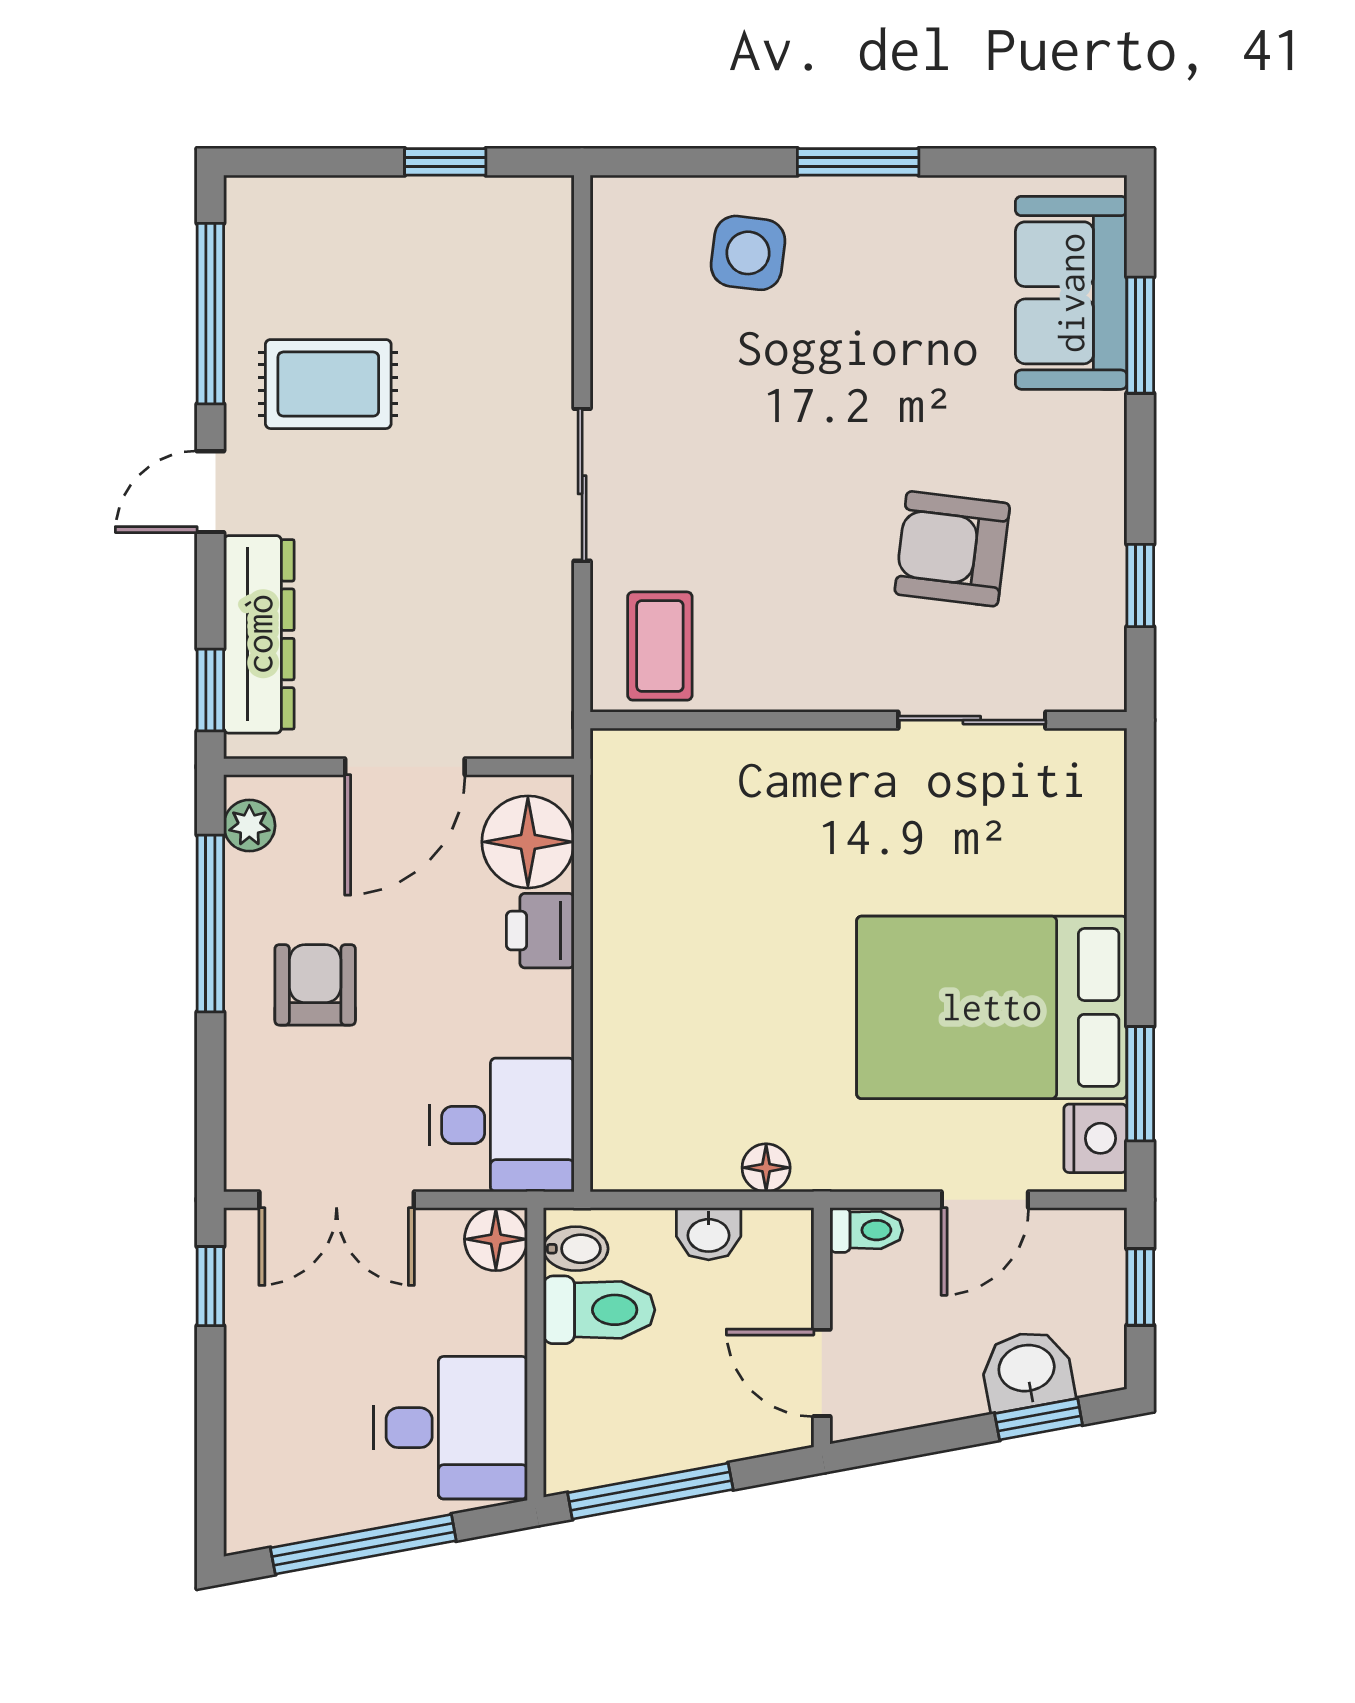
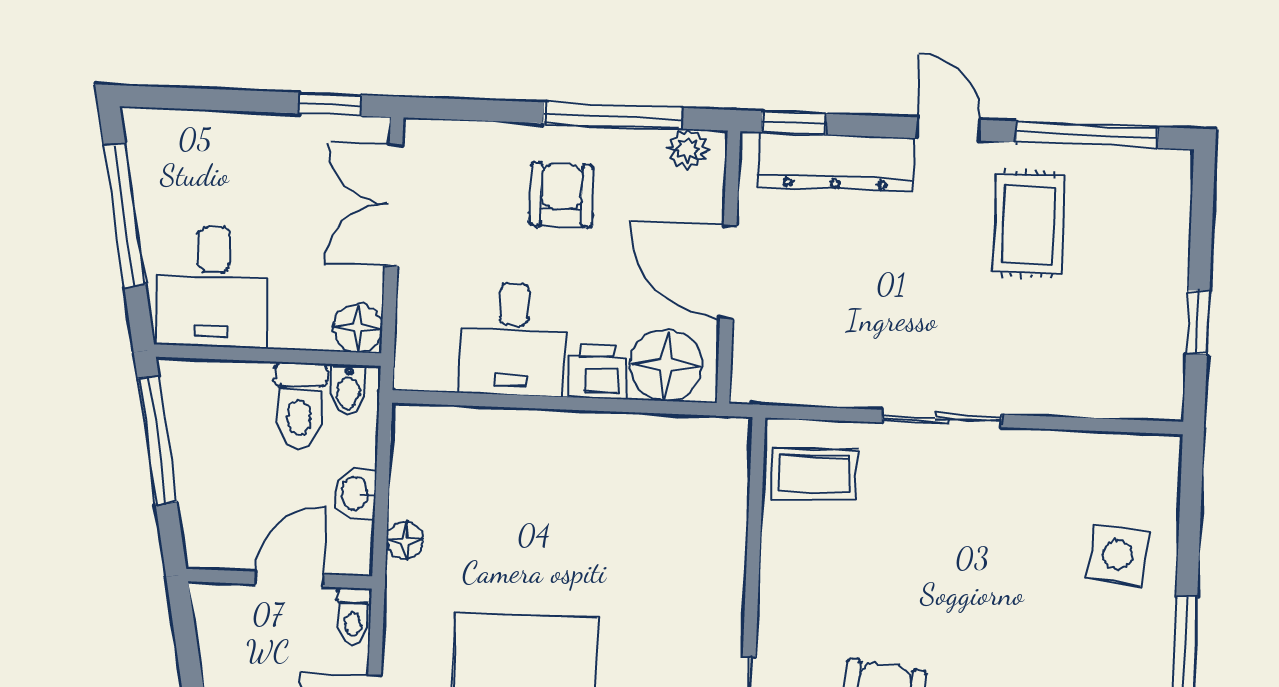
armchair: (315, 985) -> (561, 195), turned -90
desk: (502, 1125) -> (513, 339), moved
door: (822, 1373) -> (289, 579), moved

